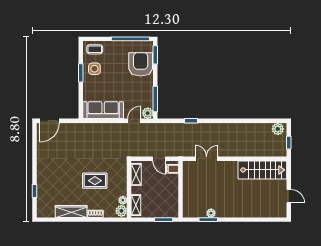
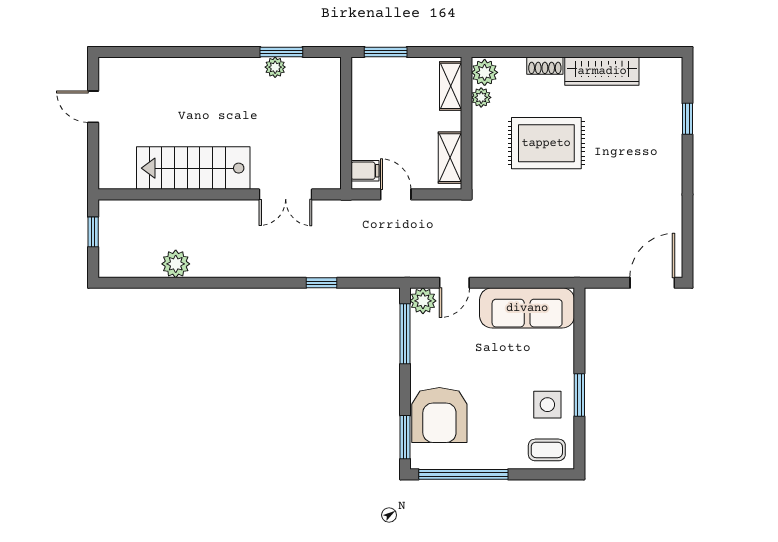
plant: (278, 129) -> (176, 264), moved
stairs: (262, 170) -> (193, 168), moved
rug: (95, 181) -> (546, 143), width x1.36, depth x1.43

